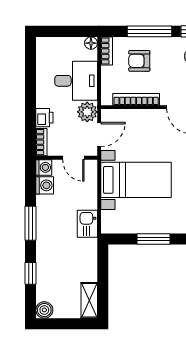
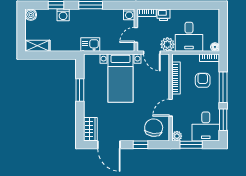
washing machine: (45, 185) -> (63, 15), moved

